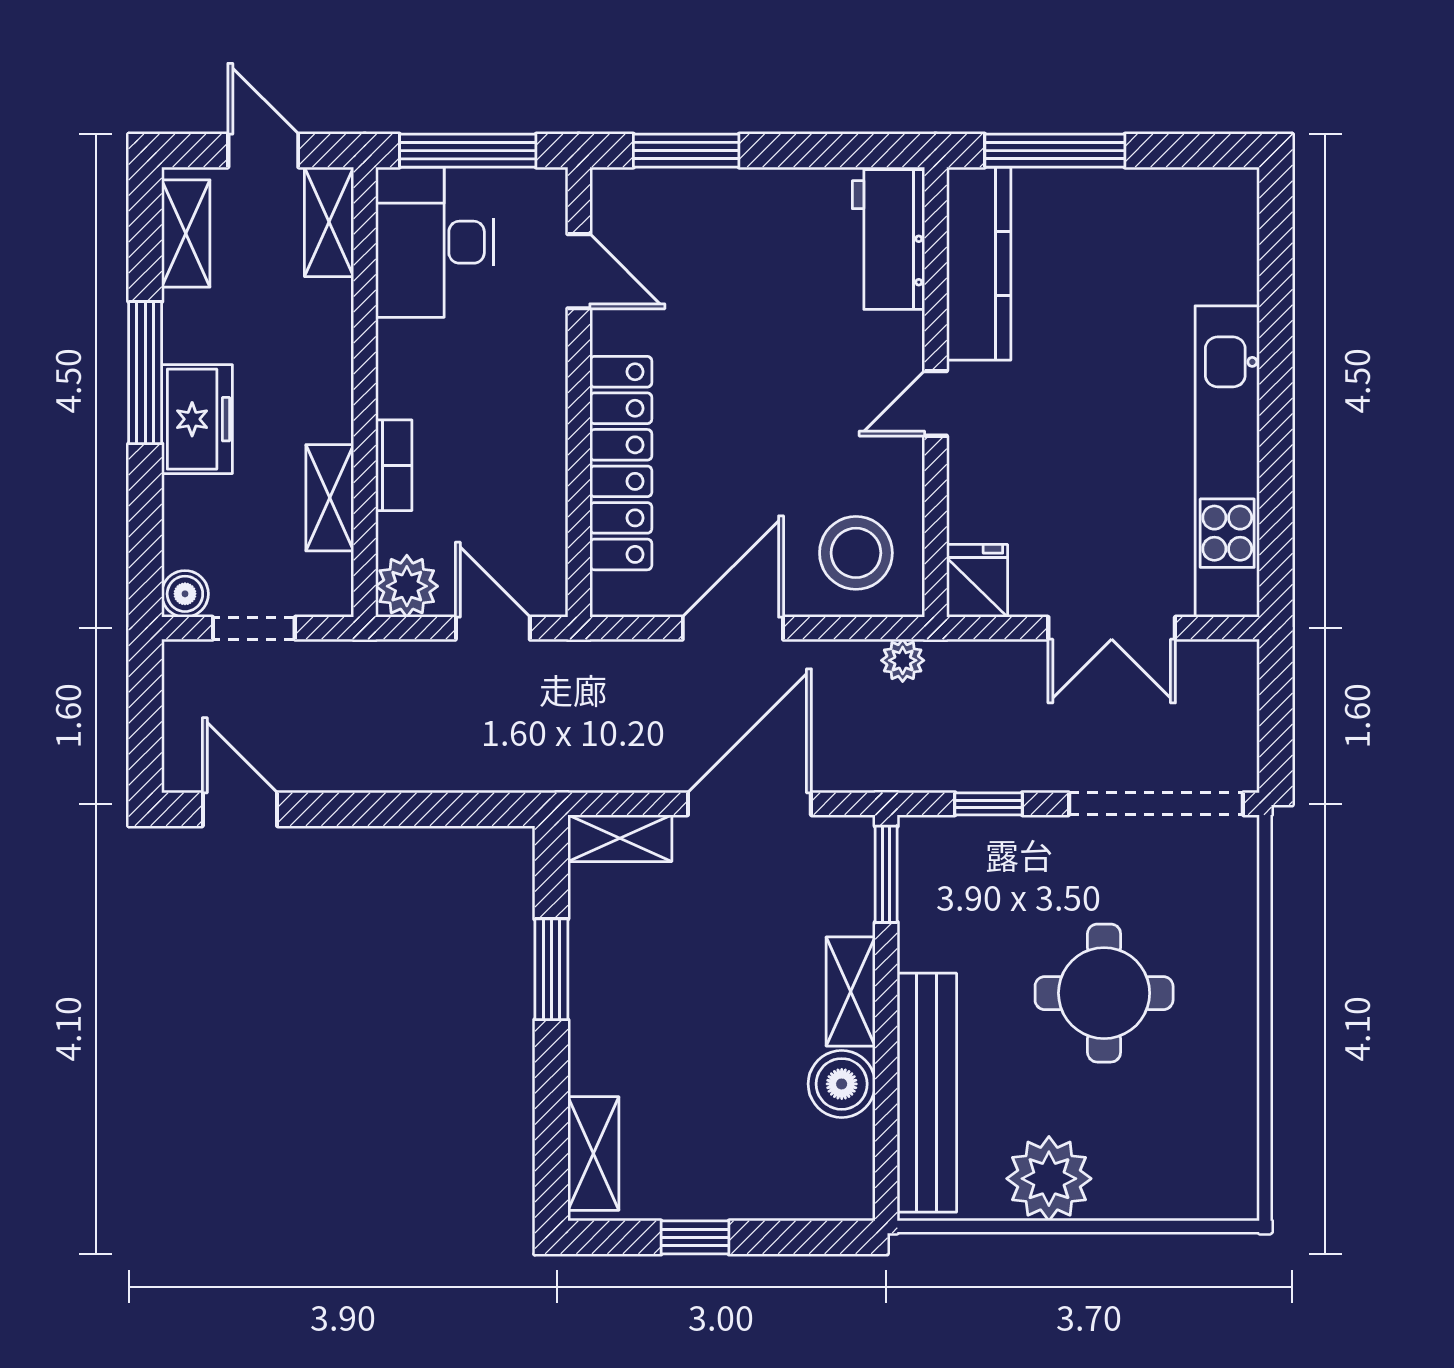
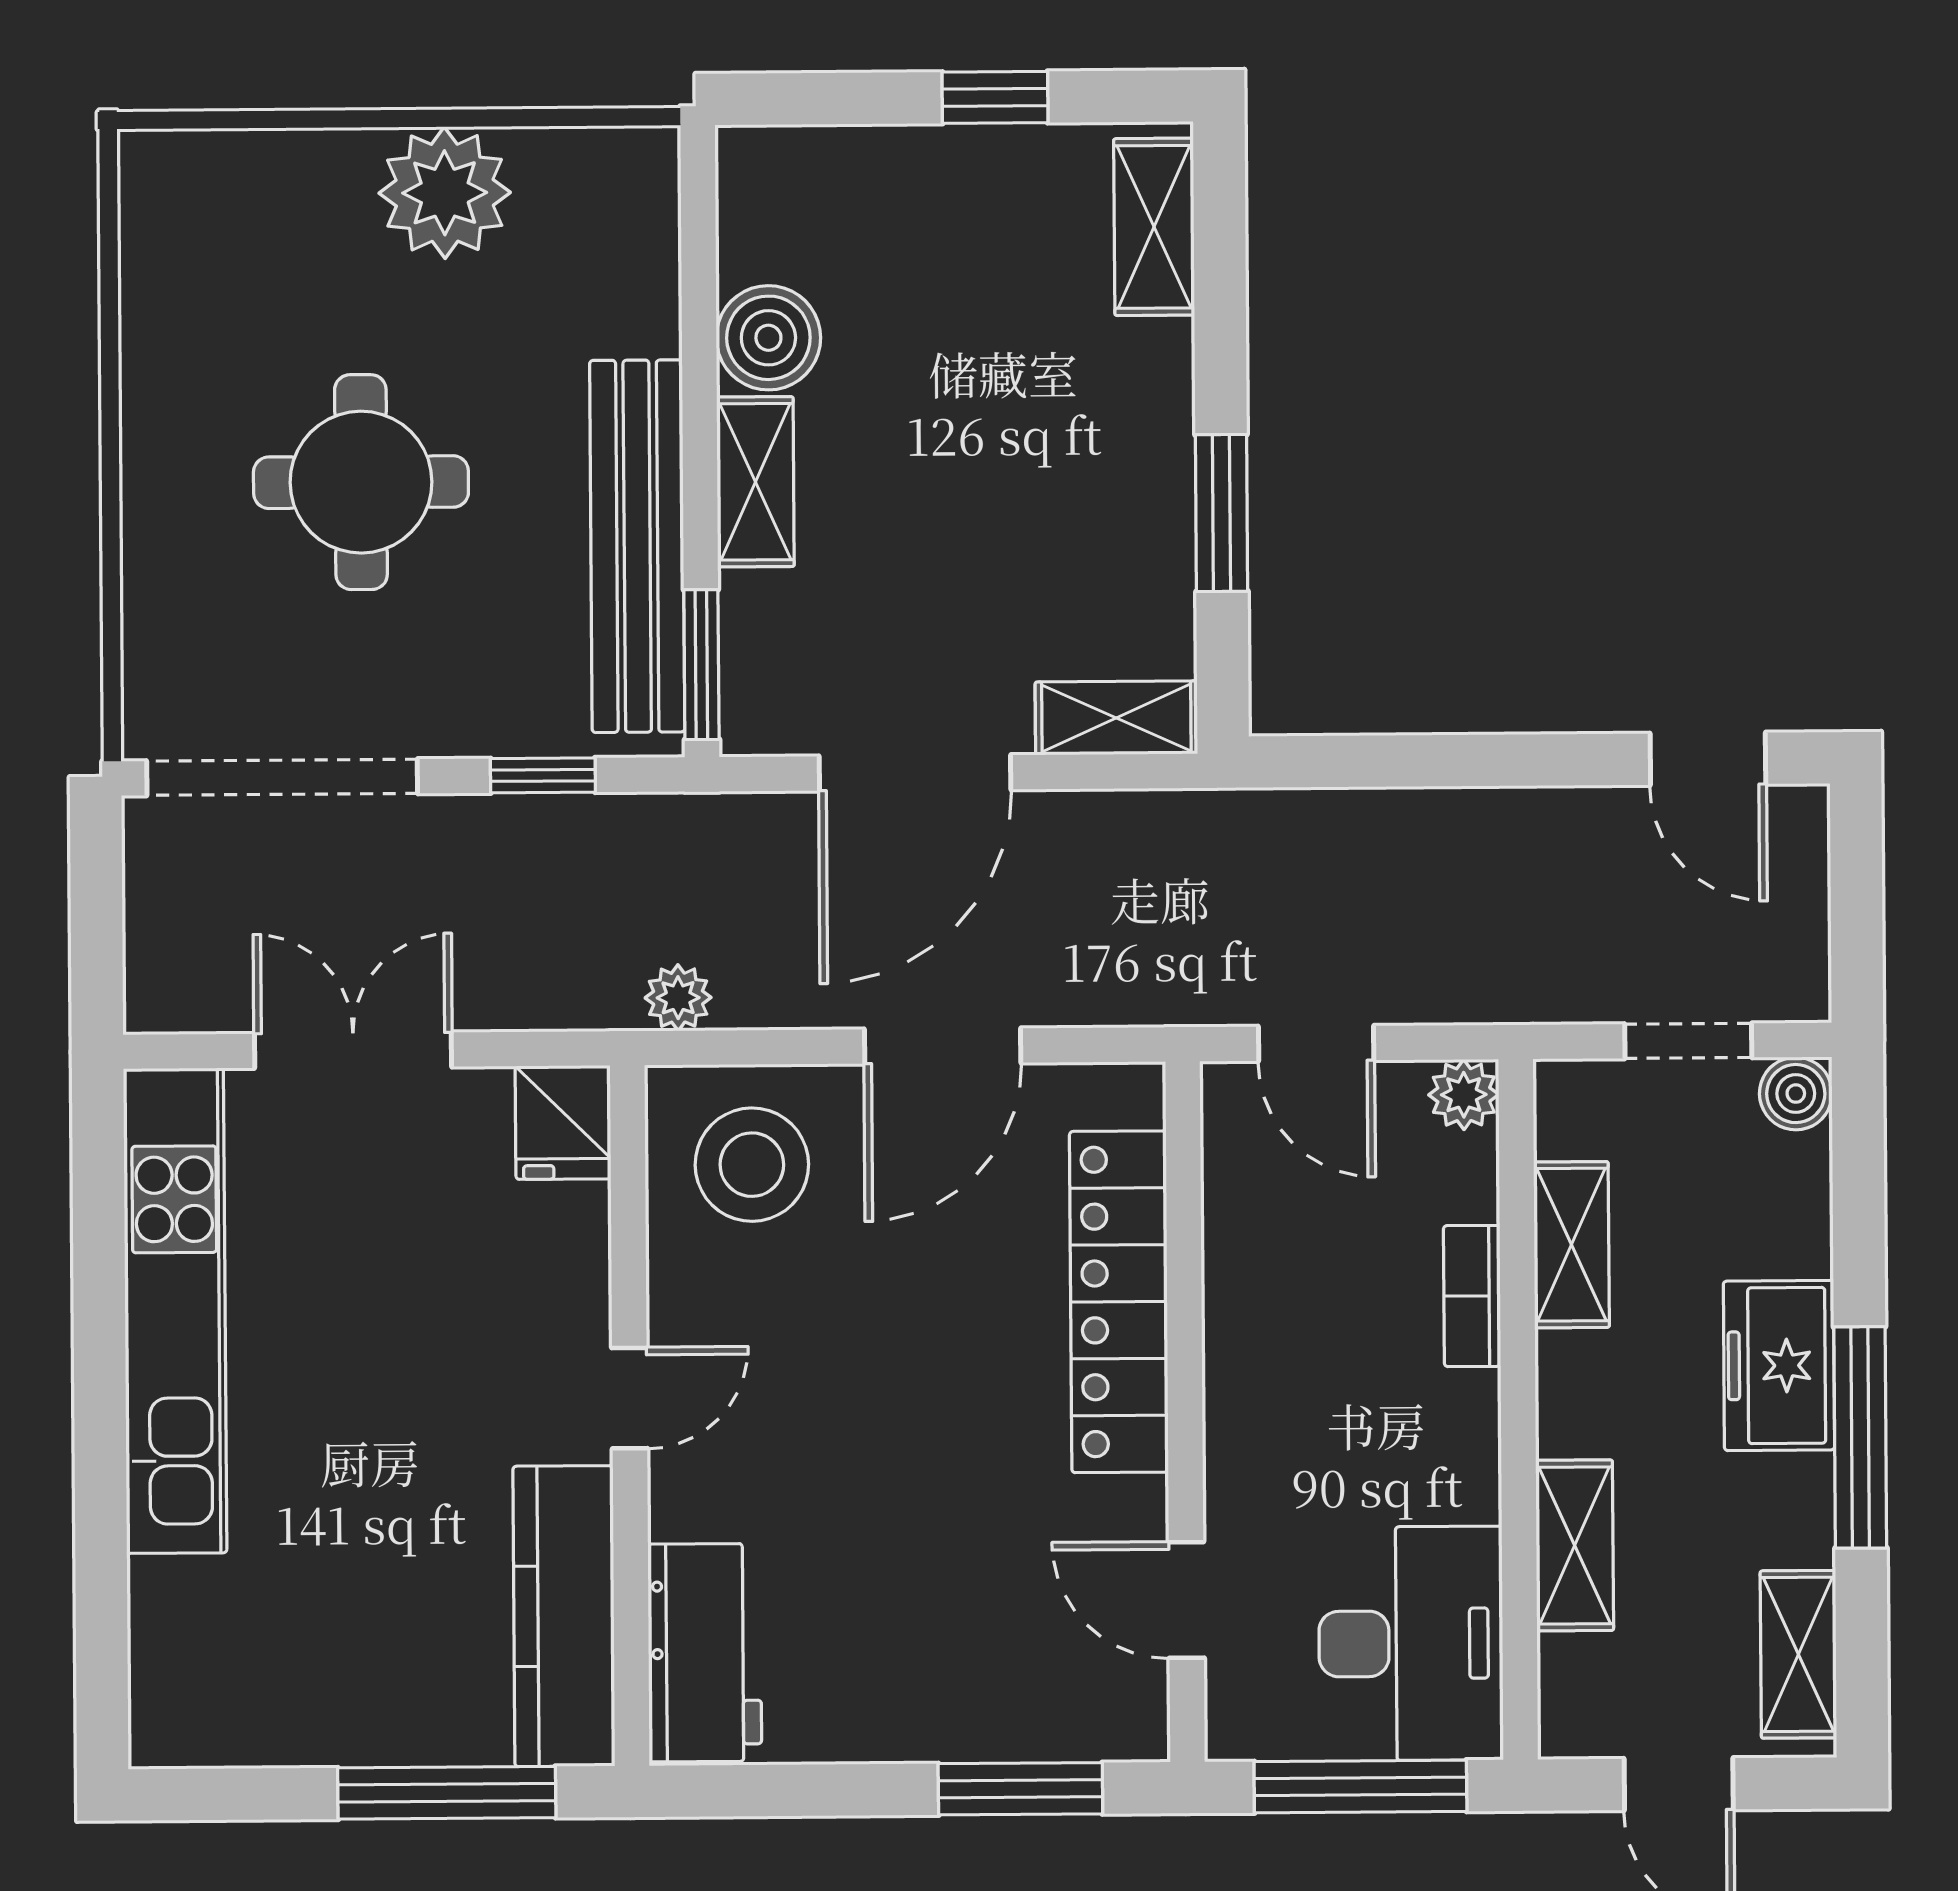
shelving: (329, 222) -> (1575, 1545), moved
plant: (407, 586) -> (1464, 1095), width x0.73, depth x0.73
bench: (927, 1093) -> (637, 546), moved

